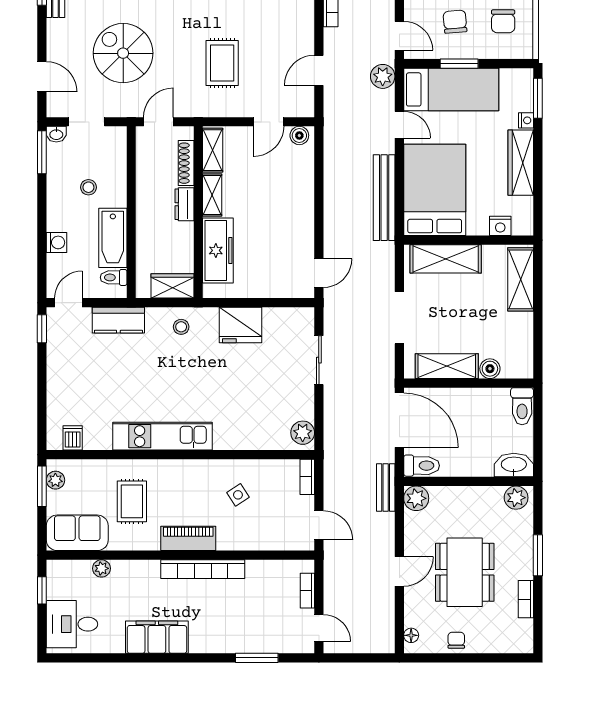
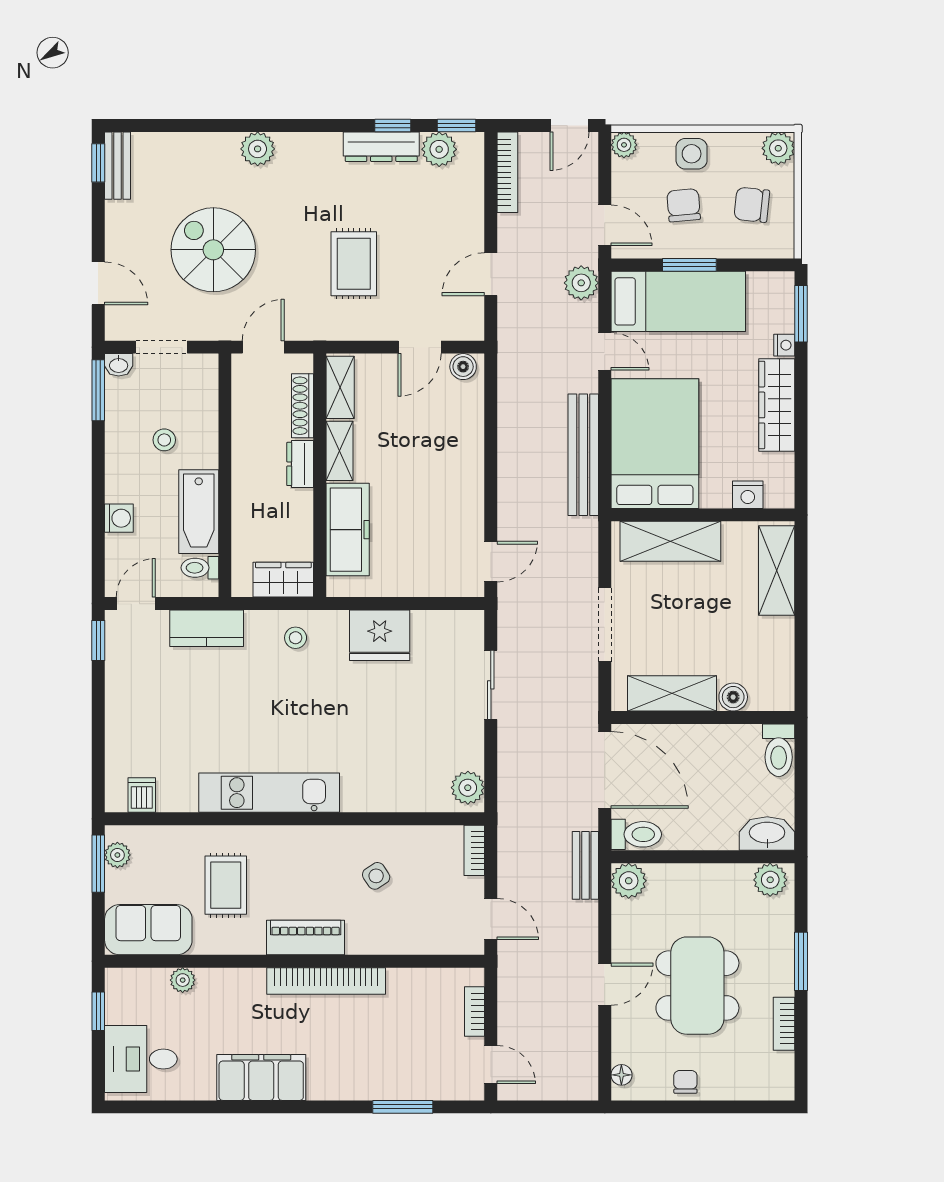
chair: (503, 21) -> (752, 205), turned 96

